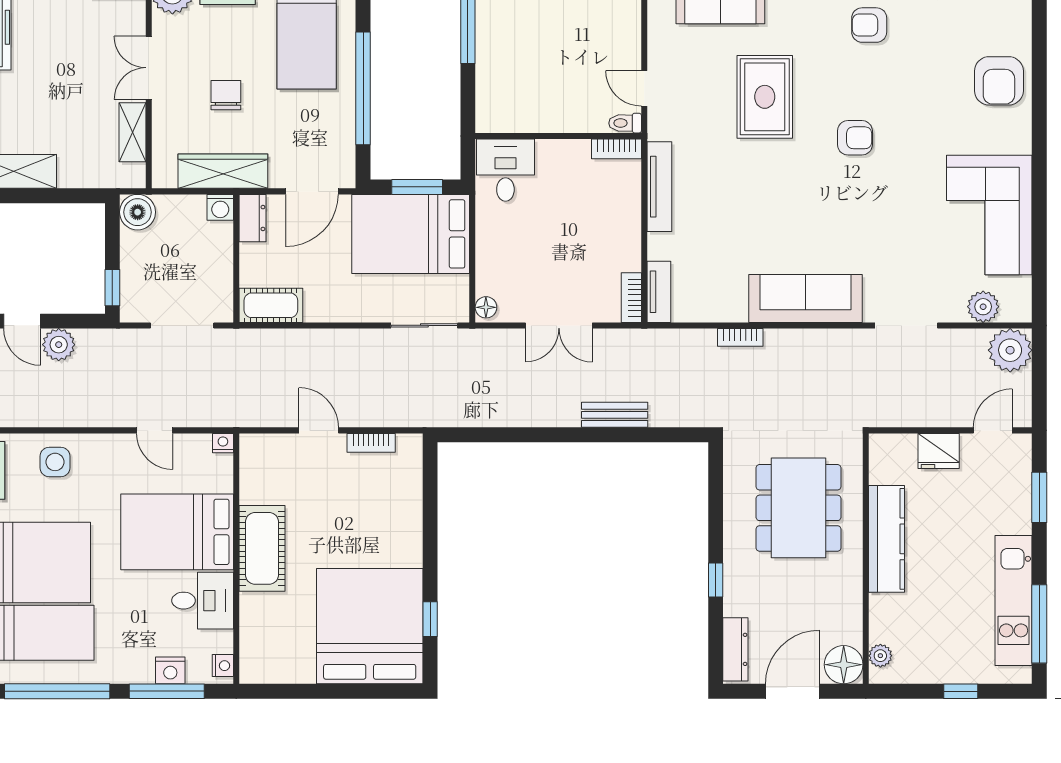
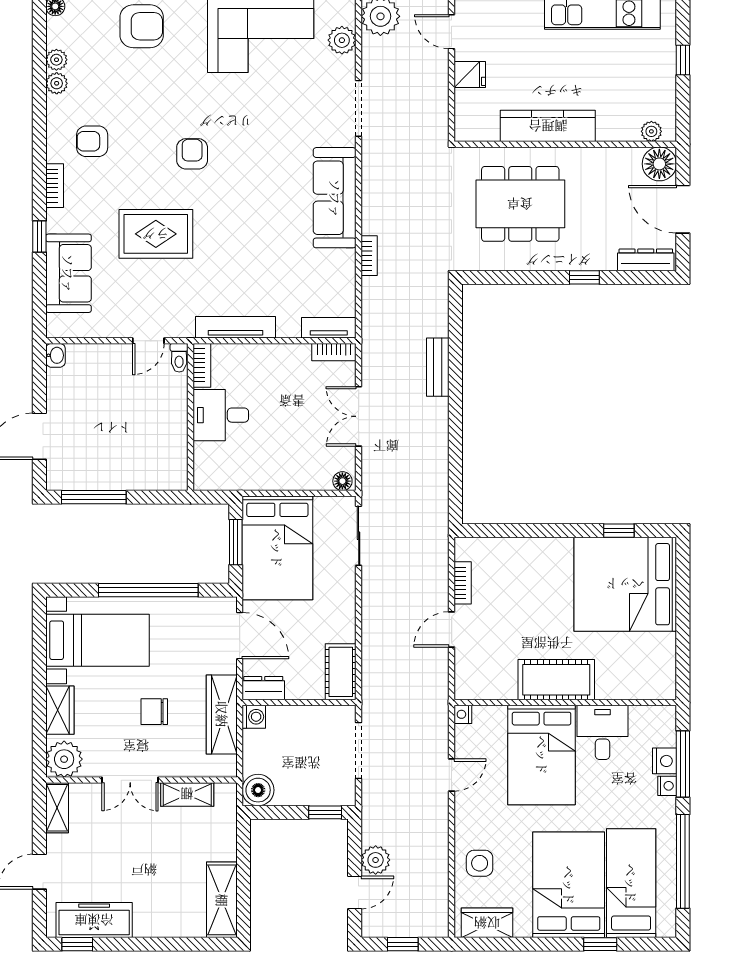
armchair: (869, 25) -> (92, 141), turned 90
desk: (505, 170) -> (221, 415), moved
double door: (559, 325) -> (359, 416), swing flipped
fridge: (939, 451) -> (470, 75), width x0.72
nightstand: (223, 666) -> (667, 786), moved, turned 90

